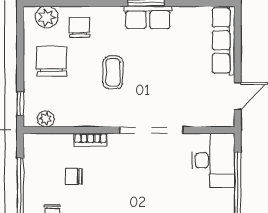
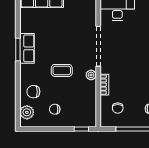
chair: (52, 61) -> (55, 109), width x0.54, depth x0.54
plant: (46, 119) -> (91, 75), moved
chair: (74, 176) -> (118, 108), moved

